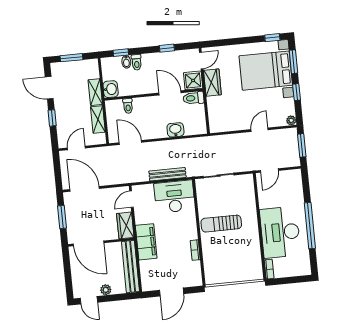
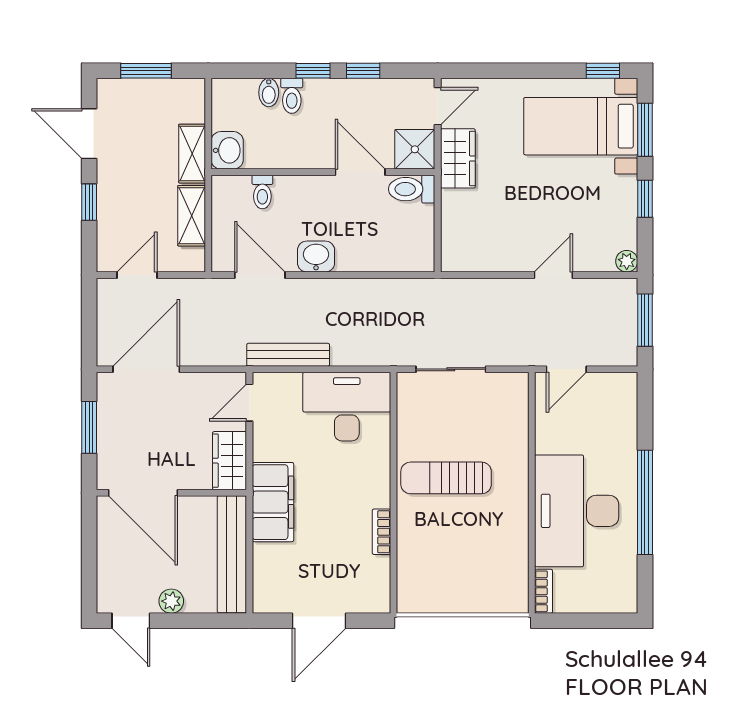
window: (121, 53) -> (313, 71), moved
bed with nightstands: (266, 71) -> (581, 126), width x0.73
washbasin: (175, 130) -> (316, 257), moved
bench: (167, 174) -> (288, 355), moved
door: (85, 189) -> (146, 369), hinge flipped

